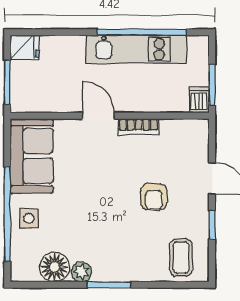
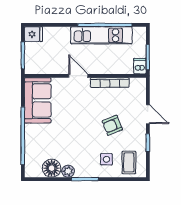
bookcase: (138, 127) -> (110, 83), width x1.56
armchair: (154, 197) -> (112, 125), turned 68
side table: (29, 218) -> (106, 159), moved

